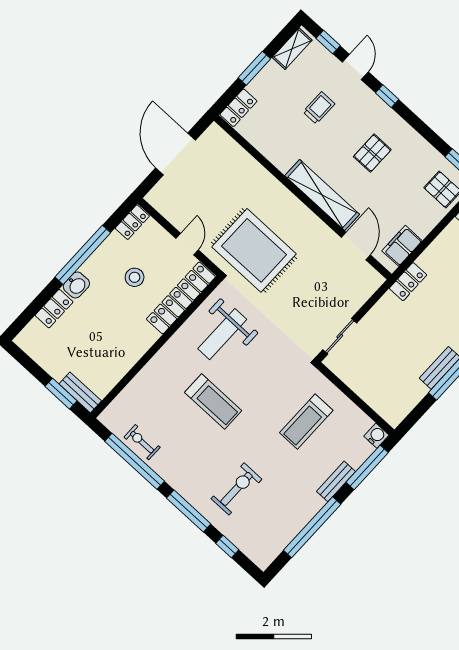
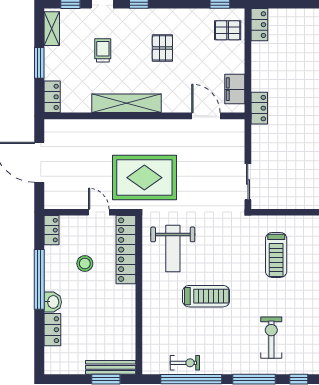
shelving: (322, 195) -> (126, 103), moved
bench: (80, 392) -> (111, 367), width x1.36
exercise bike: (142, 442) -> (185, 363), turned 180

